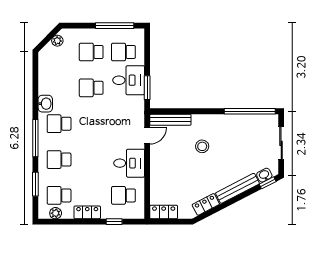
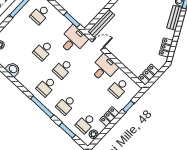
school desk: (91, 52) -> (63, 69), moved
desk: (129, 80) -> (73, 40), moved
washbasin: (45, 104) -> (13, 69), moved
door: (147, 136) -> (98, 44), hinge flipped
stool: (202, 146) -> (132, 20), removed
bench: (237, 188) -> (174, 18), width x0.73

